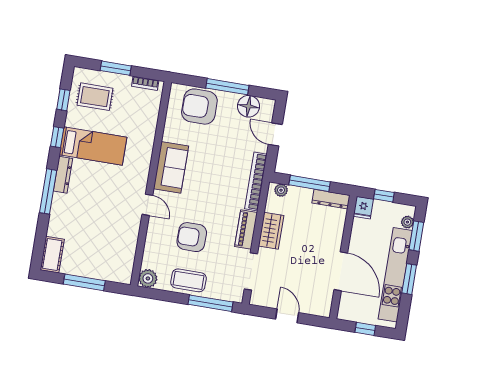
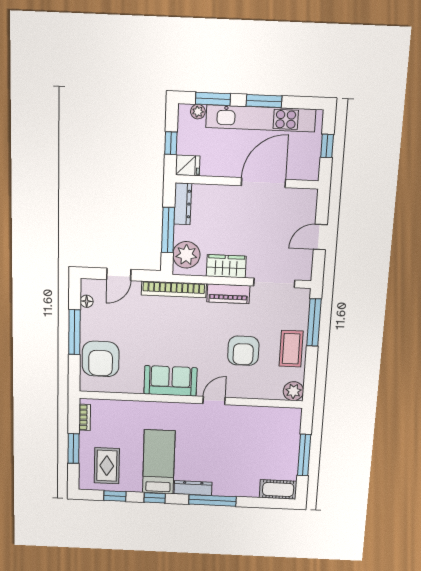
floor lamp: (249, 106) -> (87, 301), width x0.53, depth x0.53
plant: (281, 190) -> (186, 255), width x1.88, depth x1.88

